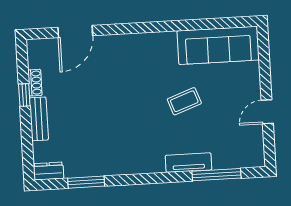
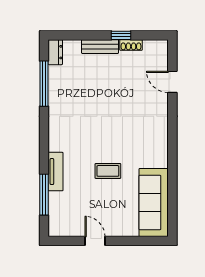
door: (75, 32) -> (172, 82), width x0.73
coffee table: (184, 101) -> (108, 171), turned -70
window: (86, 182) -> (44, 84), width x1.44

